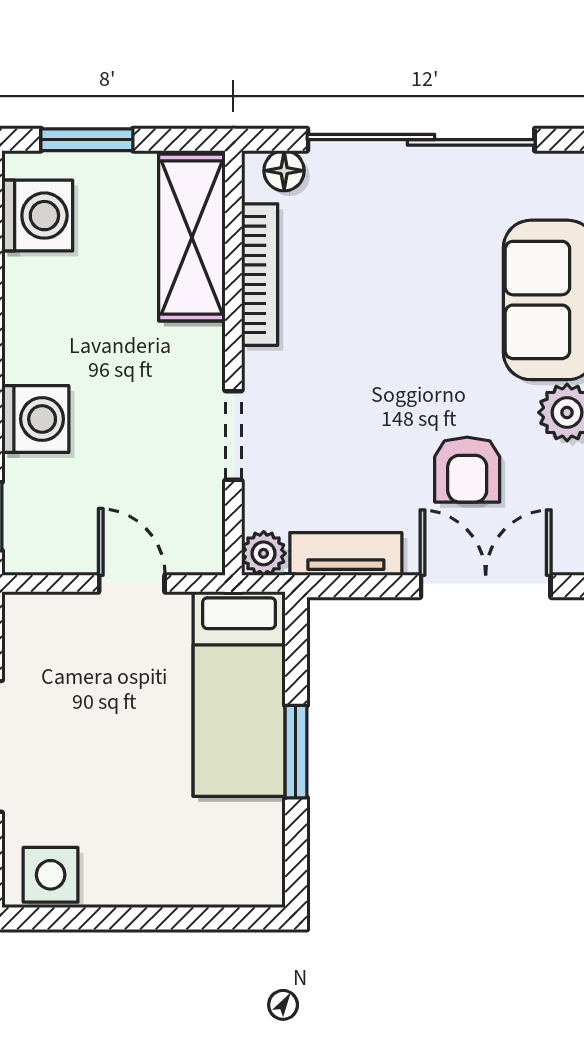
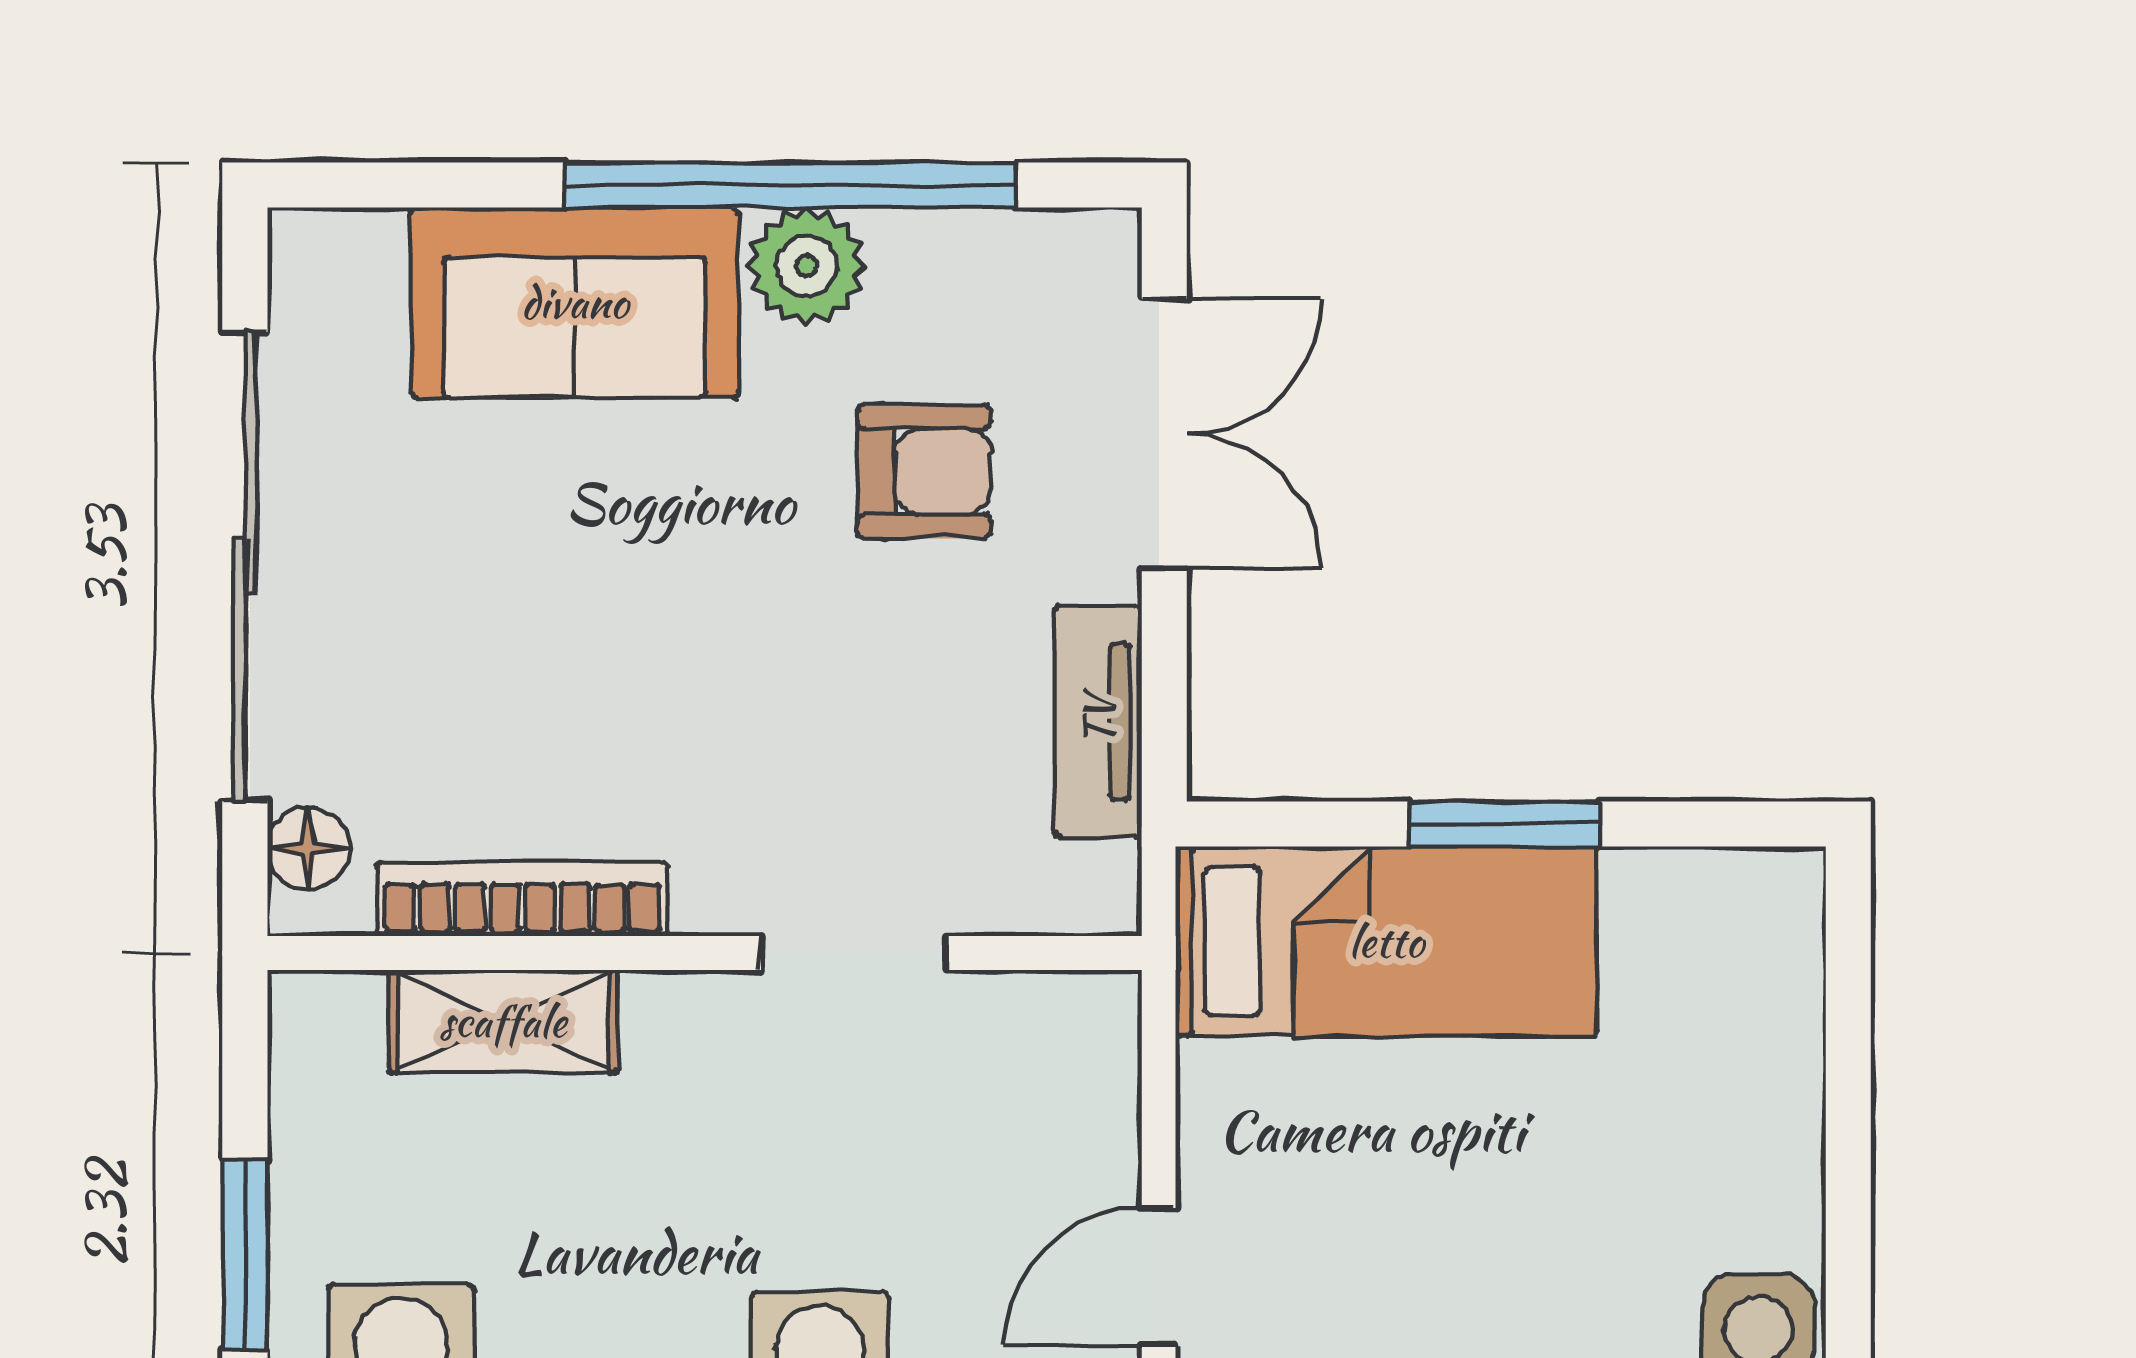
shelving: (192, 237) -> (503, 1021), width x0.67, depth x0.75
plant: (264, 553) -> (1097, 891), removed
door: (132, 584) -> (1159, 1277), moved
double door: (486, 586) -> (1164, 434), swing flipped

